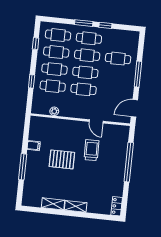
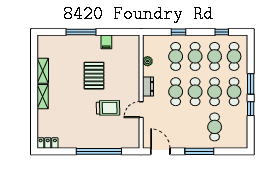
dresser: (76, 113) -> (148, 86), added

